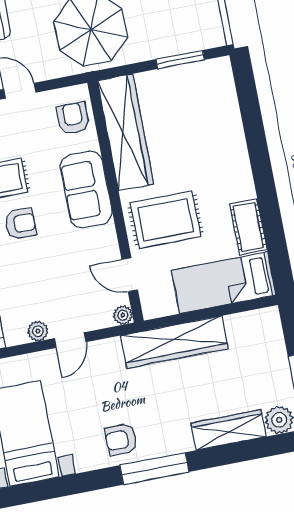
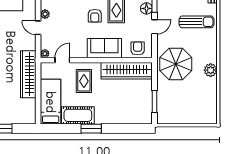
armchair: (73, 118) -> (138, 48), turned -90
window: (265, 184) -> (91, 129), added
rug: (165, 220) -> (84, 81), width x0.73, depth x0.70
cot: (248, 227) -> (78, 115), width x1.37, depth x1.34

